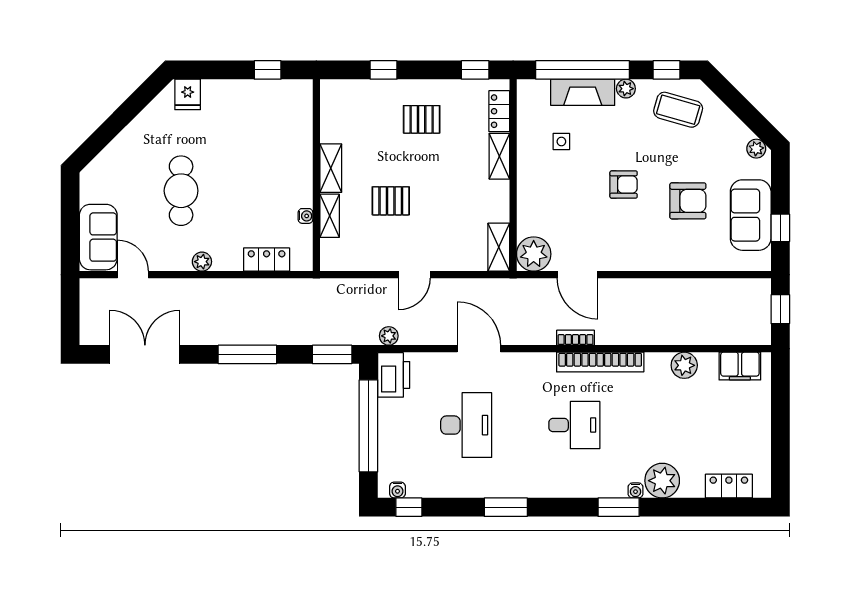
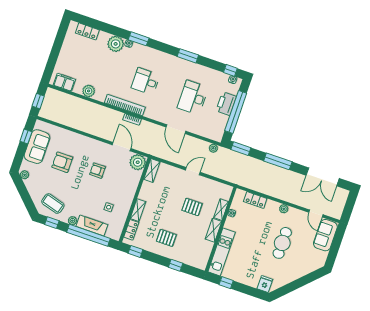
kitchen unit: (299, 129) -> (222, 252), added
armchair: (624, 185) -> (97, 171), moved
printer: (394, 375) -> (226, 104), moved

